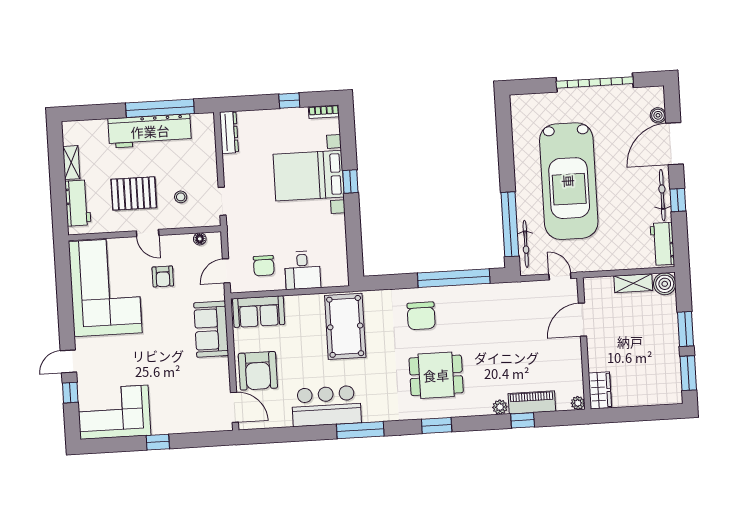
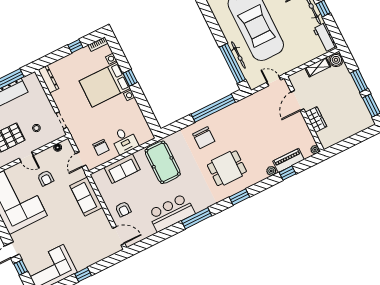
bicycle: (526, 244) -> (238, 55), moved
sofa: (259, 312) -> (122, 169), moved
armchair: (258, 371) -> (123, 209), width x0.53, depth x0.53
wardrobe: (600, 390) -> (316, 119), moved

